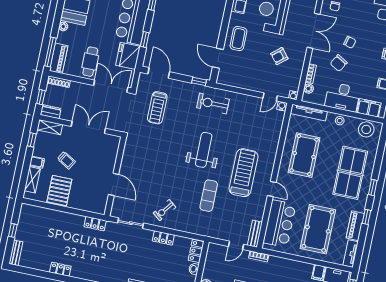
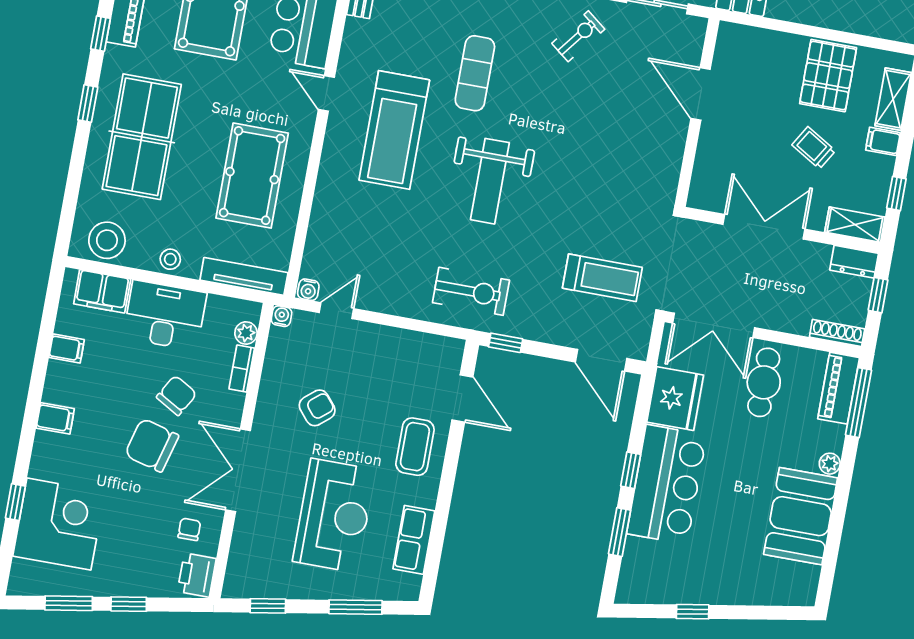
window: (145, 40) -> (631, 470), moved
chair: (350, 42) -> (152, 445), width x1.87, depth x1.87
treadmill: (157, 108) -> (602, 278), turned 90
double door: (88, 127) -> (764, 227), swing flipped

